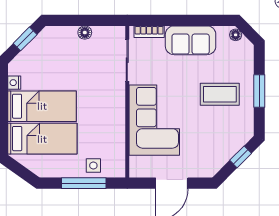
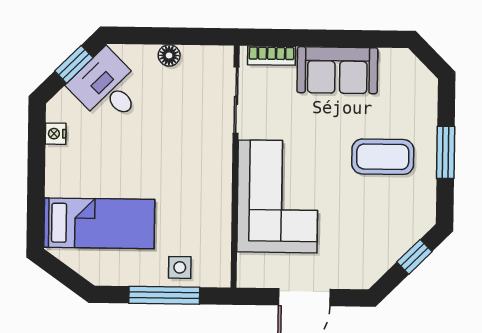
floor lamp: (236, 35) -> (409, 63), removed
desk: (46, 53) -> (107, 88), added
bed: (42, 106) -> (99, 172), removed

